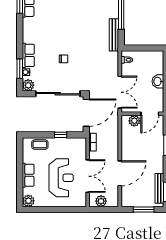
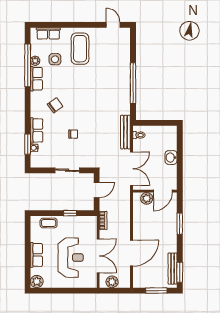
chair: (46, 31) -> (55, 105), added
bench: (114, 35) -> (125, 132), moved
plant: (28, 85) -> (36, 161), removed
sliding door: (58, 94) -> (67, 170), width x0.54
door: (86, 113) -> (97, 190), width x0.53

